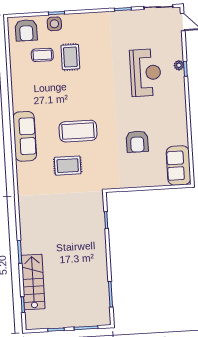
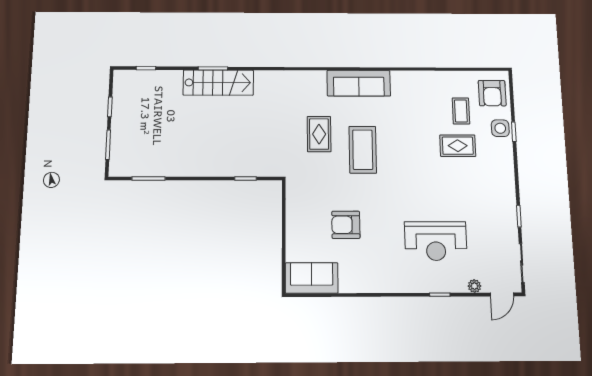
armchair: (26, 30) -> (492, 93), turned -90
plant: (179, 65) -> (474, 286), moved
stairs: (33, 282) -> (218, 83), moved

